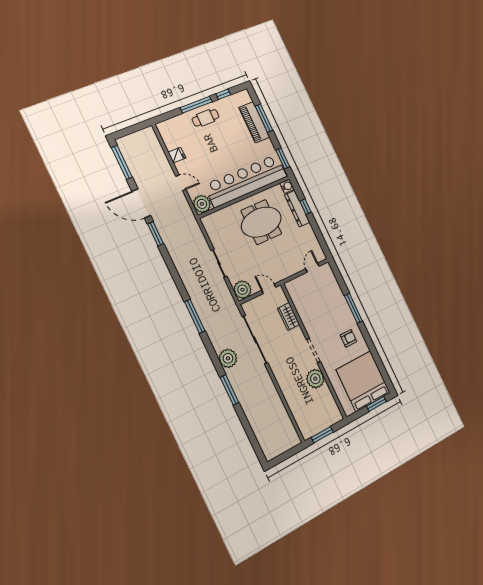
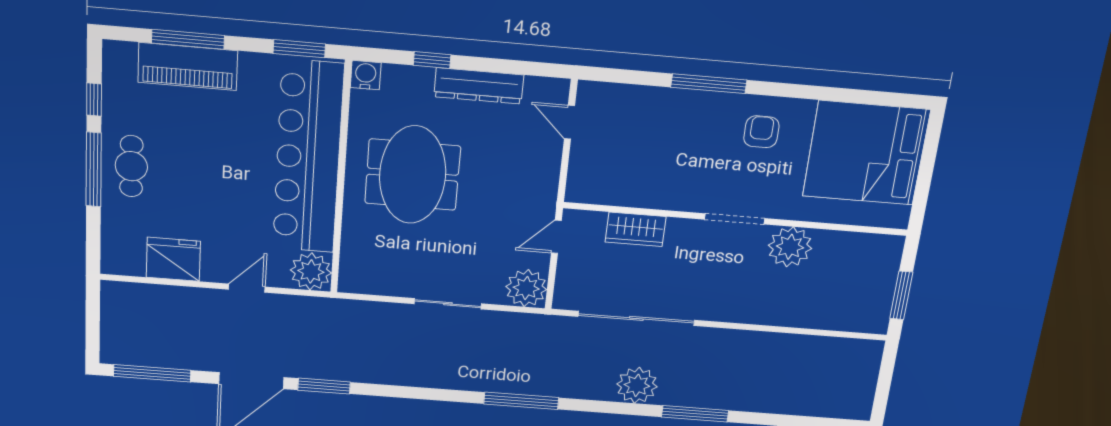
fridge: (177, 155) -> (173, 259), width x1.88, depth x1.34
dresser: (297, 209) -> (479, 86), moved
window: (376, 404) -> (930, 153), removed

